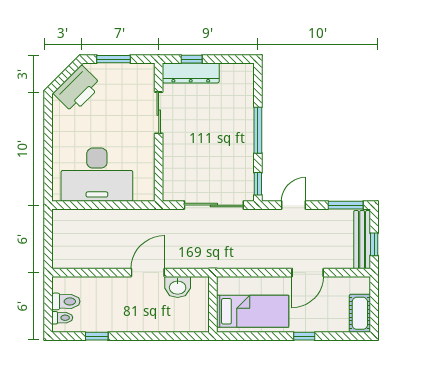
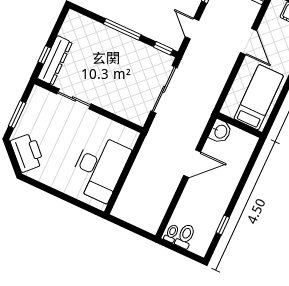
door: (148, 273) -> (192, 164), swing flipped
washbasin: (178, 287) -> (220, 131), moved
toilet: (62, 318) -> (172, 233), moved

